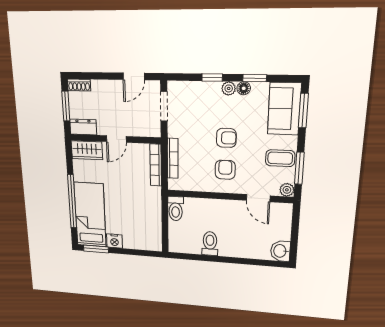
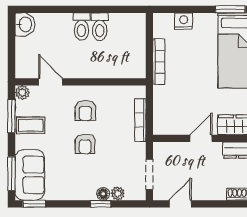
window: (255, 78) -> (34, 204), moved
plant: (229, 88) -> (118, 193), moved
floor lamp: (244, 88) -> (103, 194), moved
armchair: (226, 138) -> (85, 144), turned -90
bookcase: (156, 165) -> (159, 62), moved
toilet: (176, 209) -> (81, 27), moved, turned 180
nightstand: (114, 241) -> (184, 21), moved

